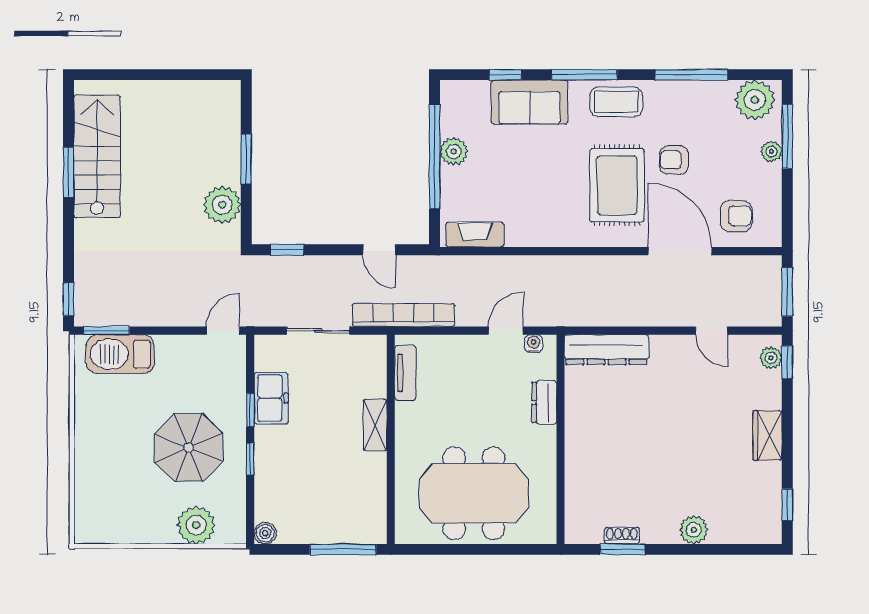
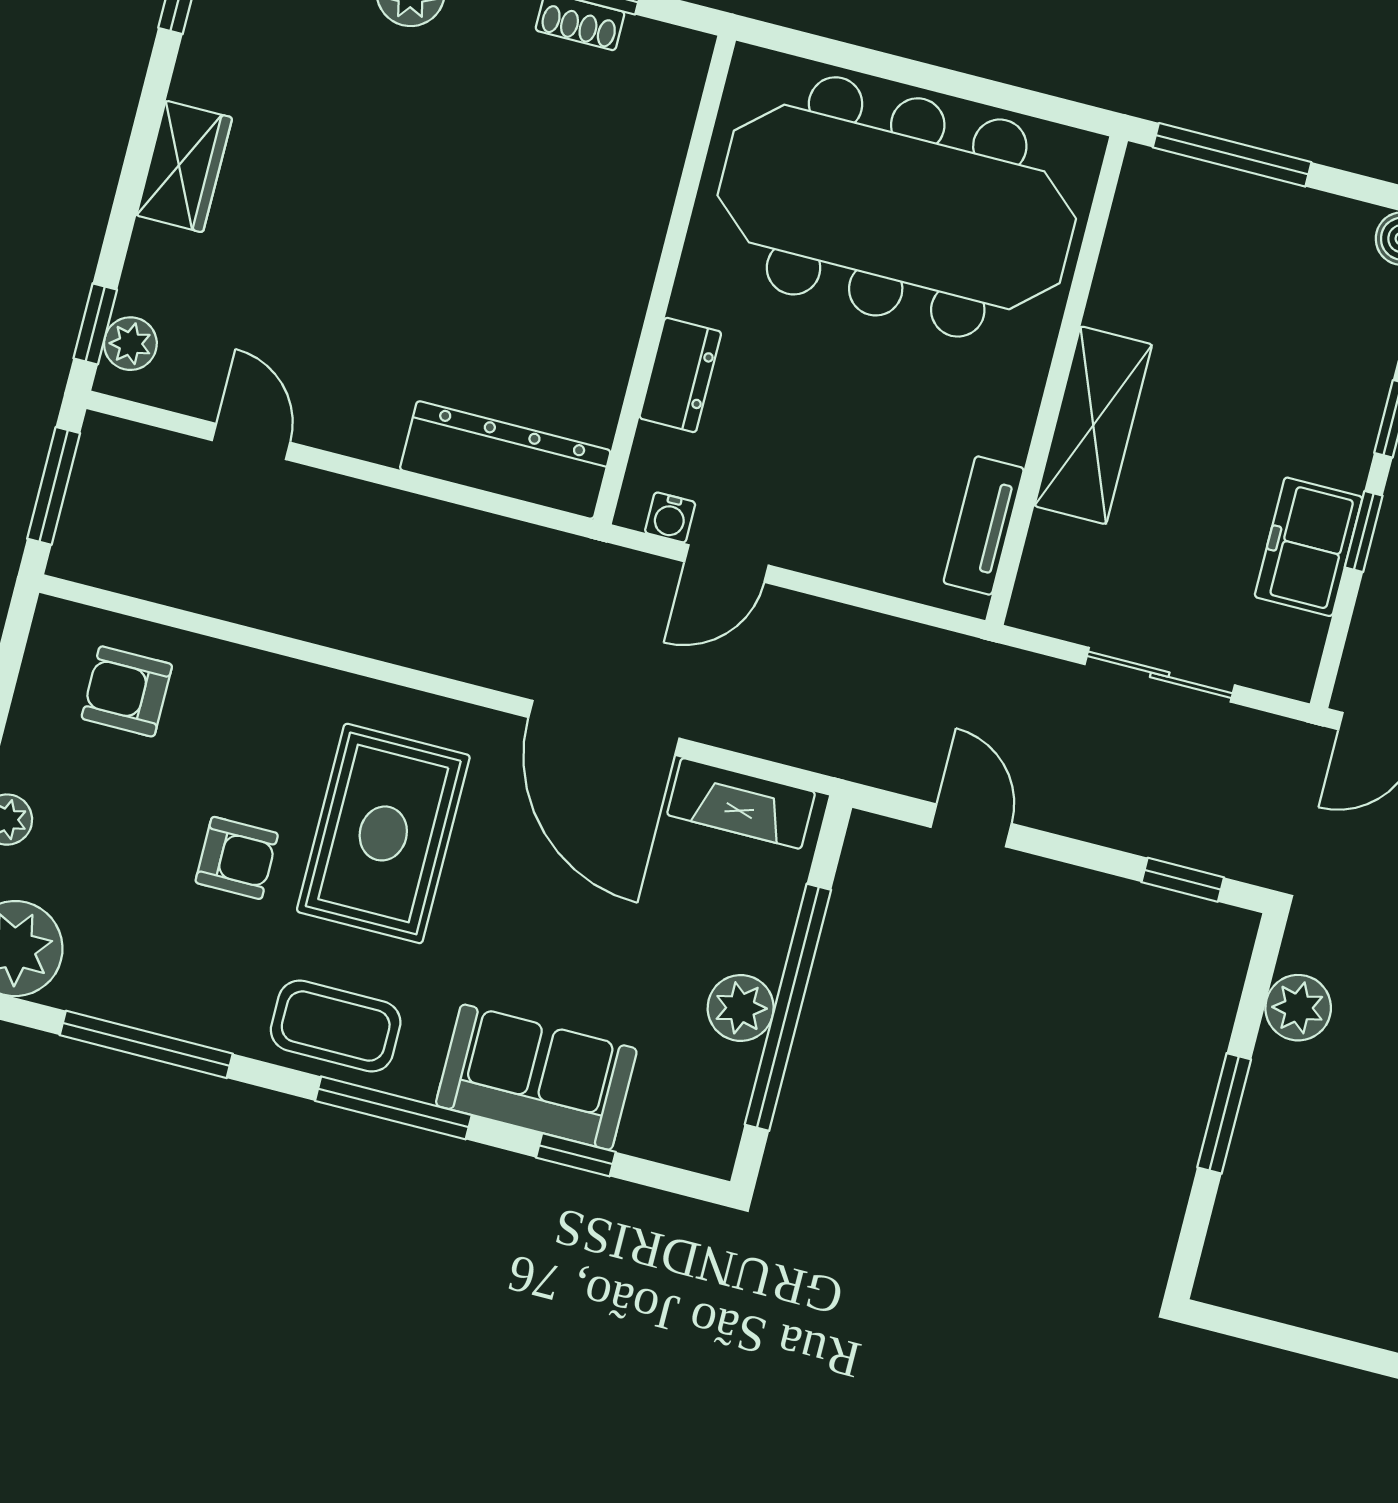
plant: (222, 205) -> (1298, 1008), width x0.73, depth x0.73
door: (680, 251) -> (604, 728), moved
bookcase: (404, 315) -> (953, 660), removed
shelving: (375, 425) -> (1093, 425), width x1.50, depth x1.33
meeting table: (474, 493) -> (897, 207), width x1.36

